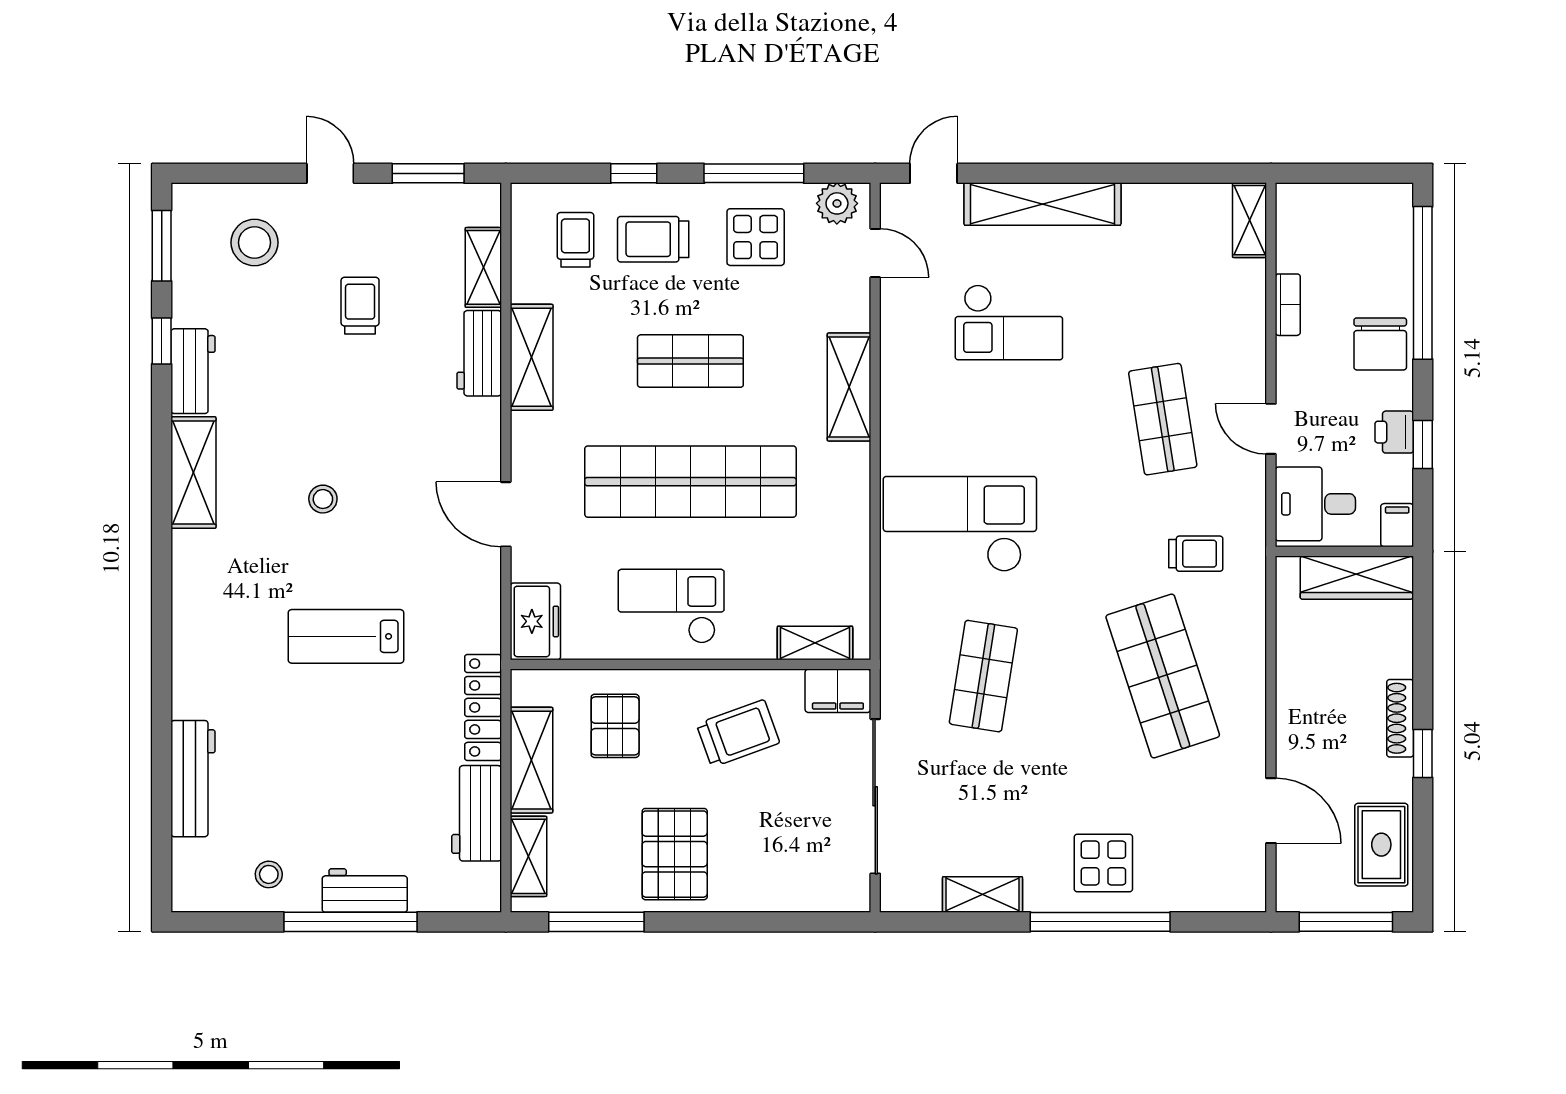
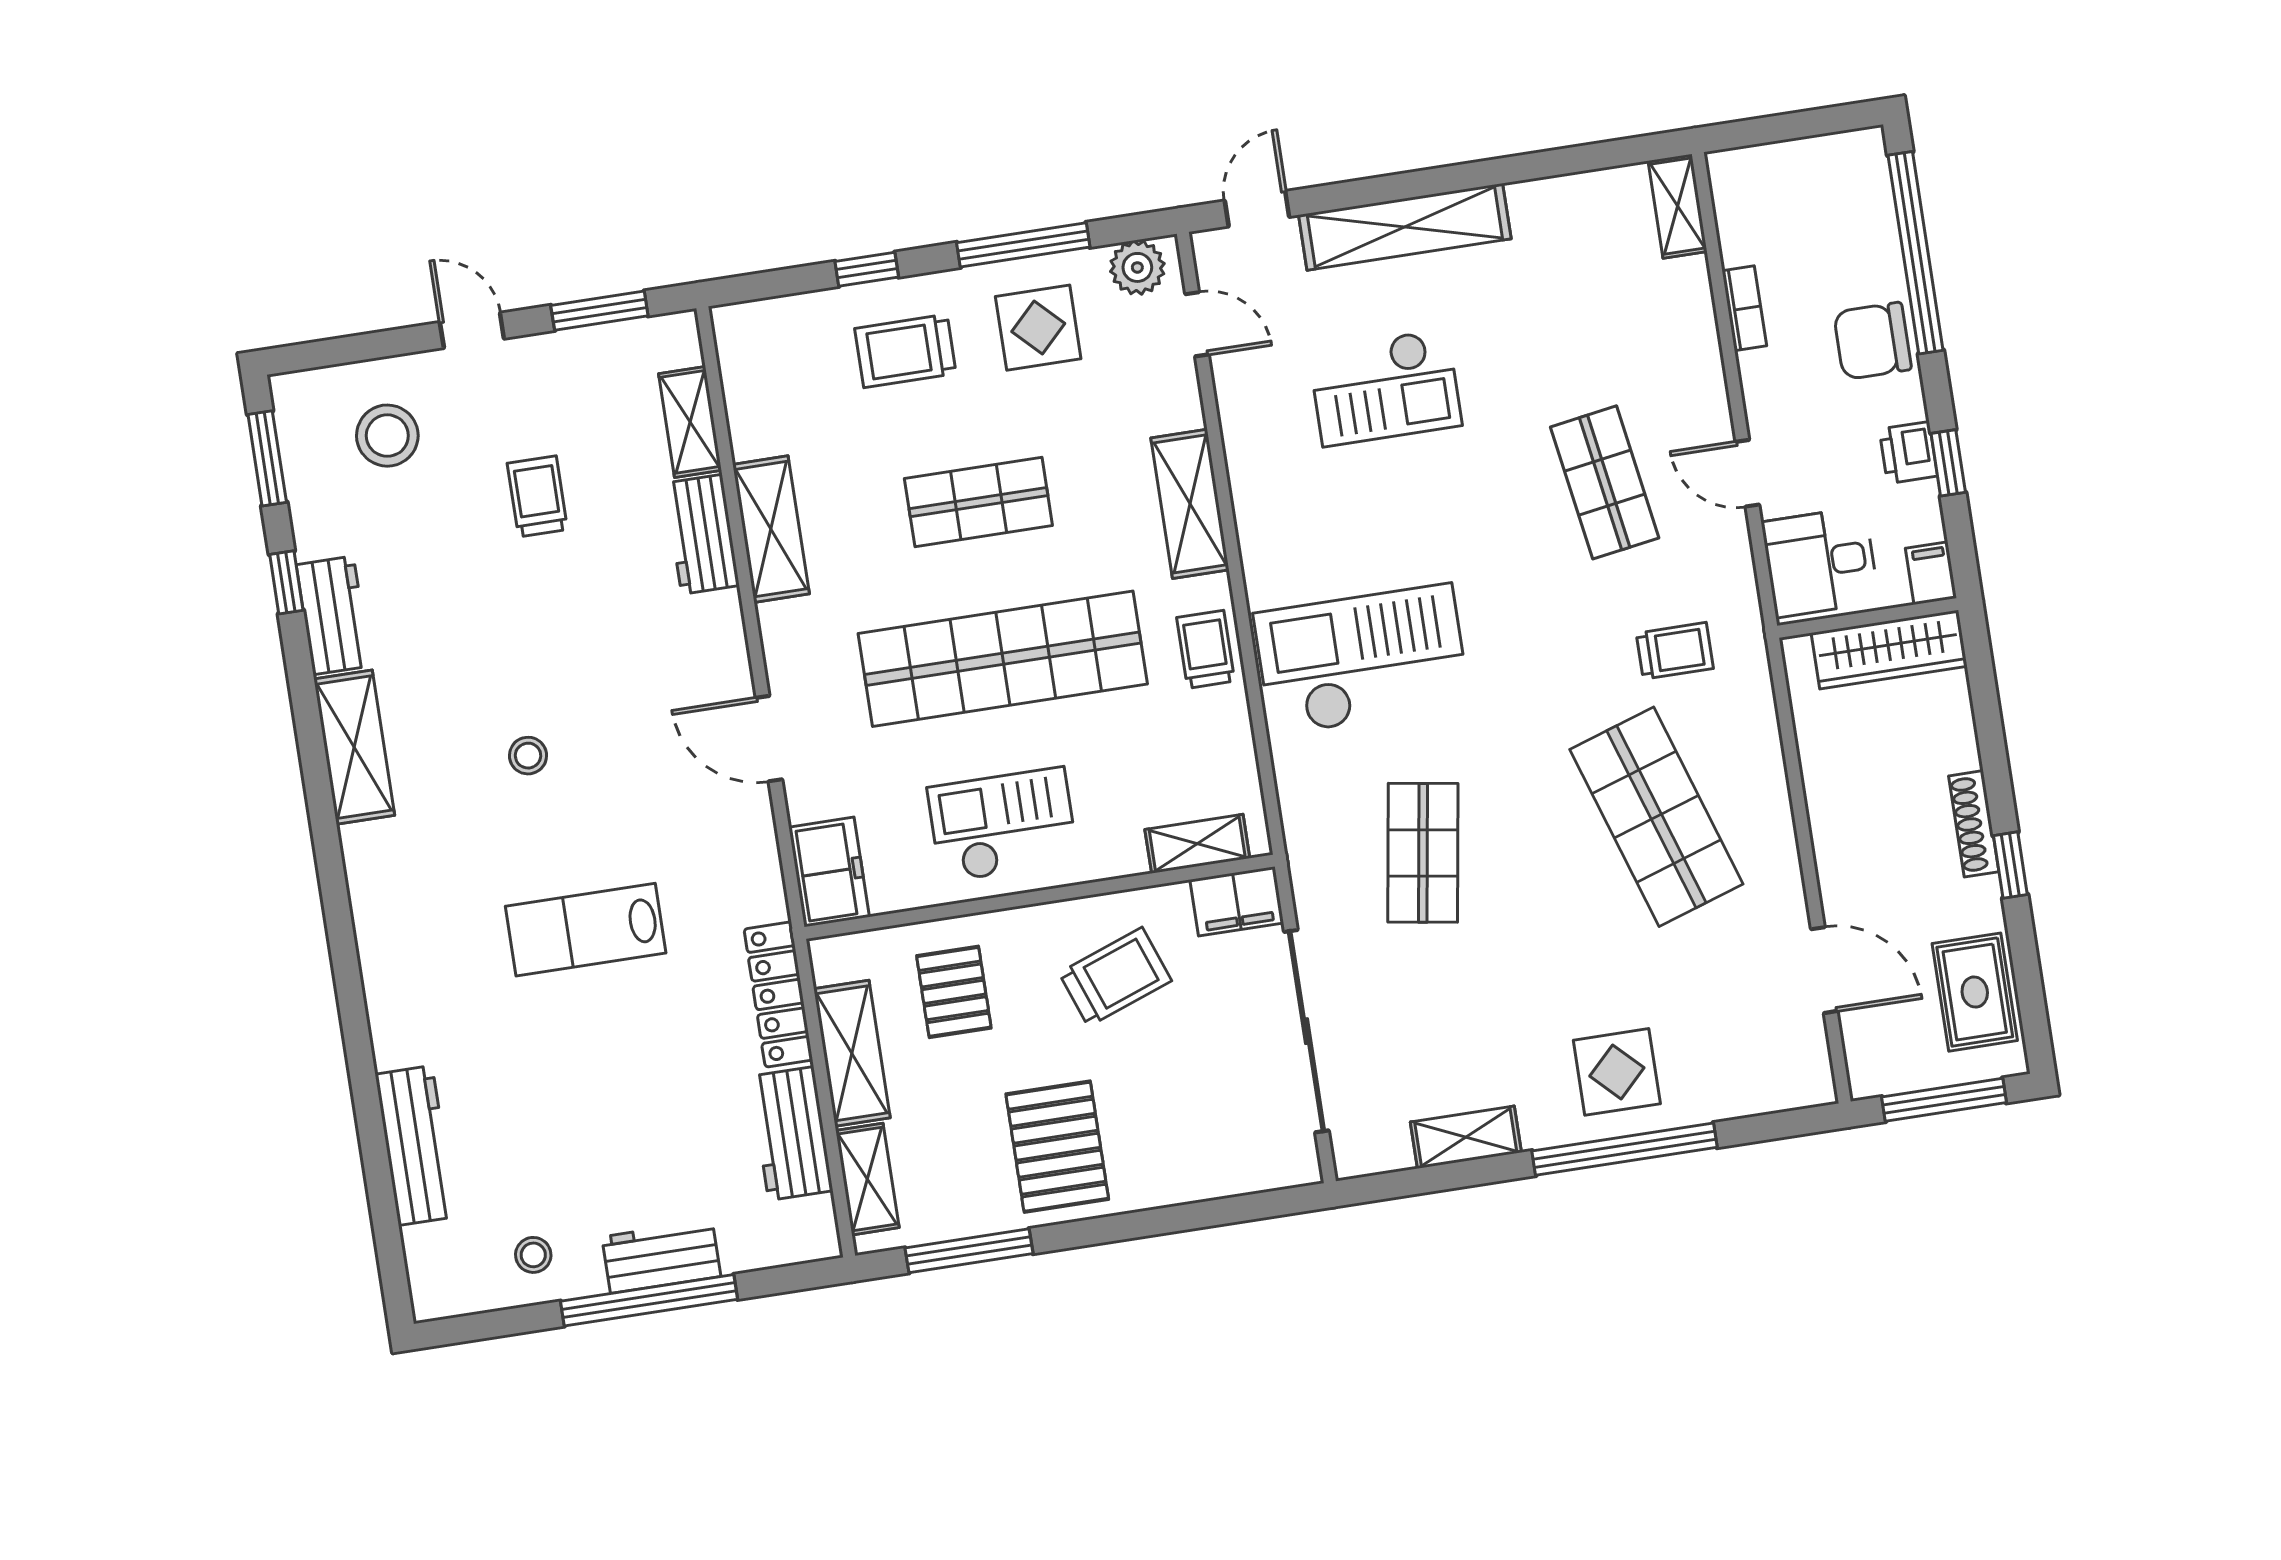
trolley: (575, 240) -> (1206, 649), moved
chair: (1380, 344) -> (1872, 341), turned 90

